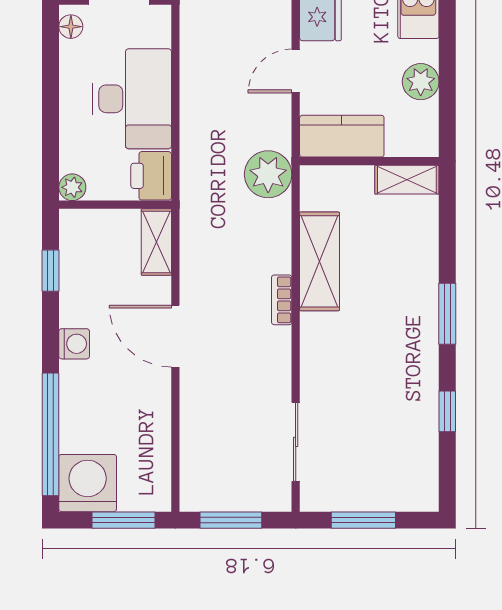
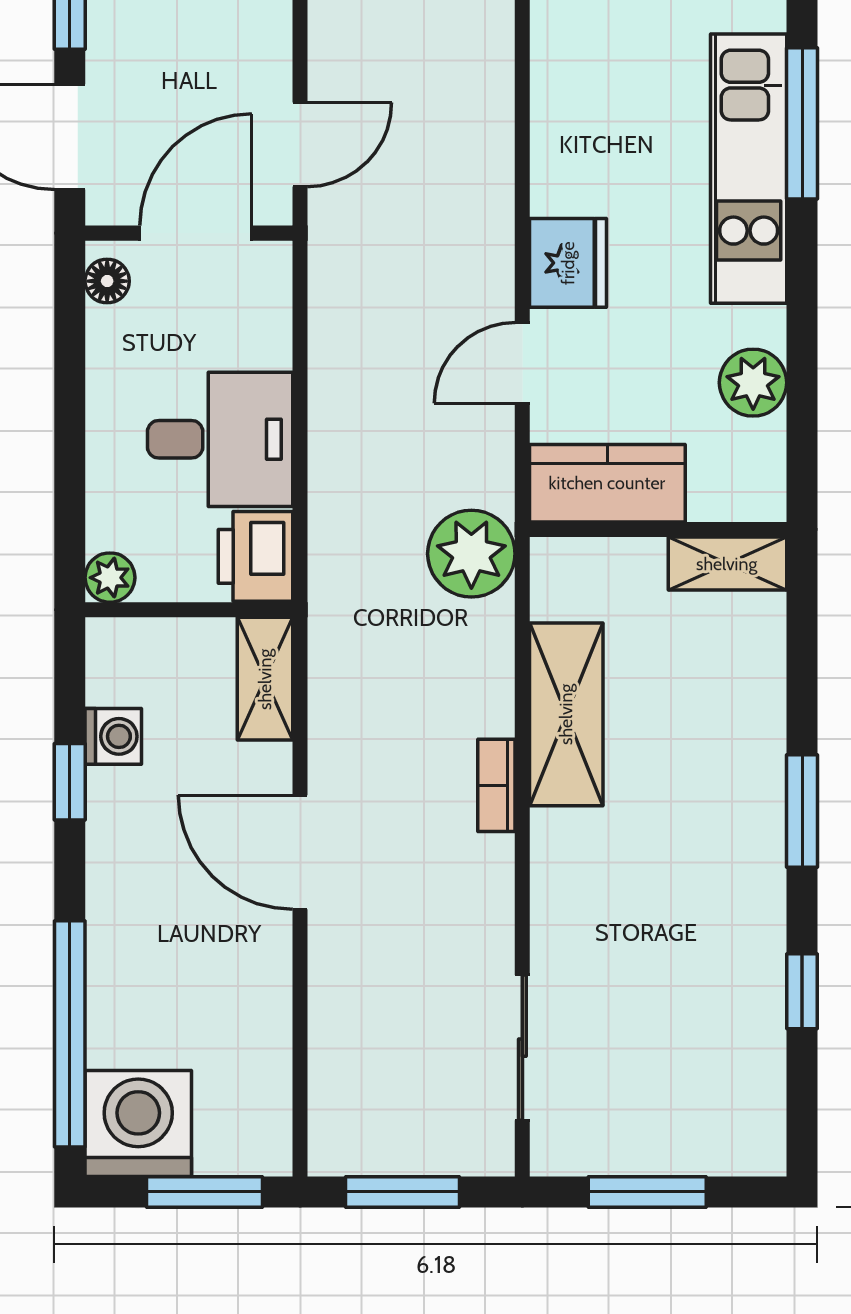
desk: (132, 99) -> (220, 439), width x0.73
window: (51, 271) -> (70, 782), moved
washing machine: (74, 344) -> (113, 736), moved

